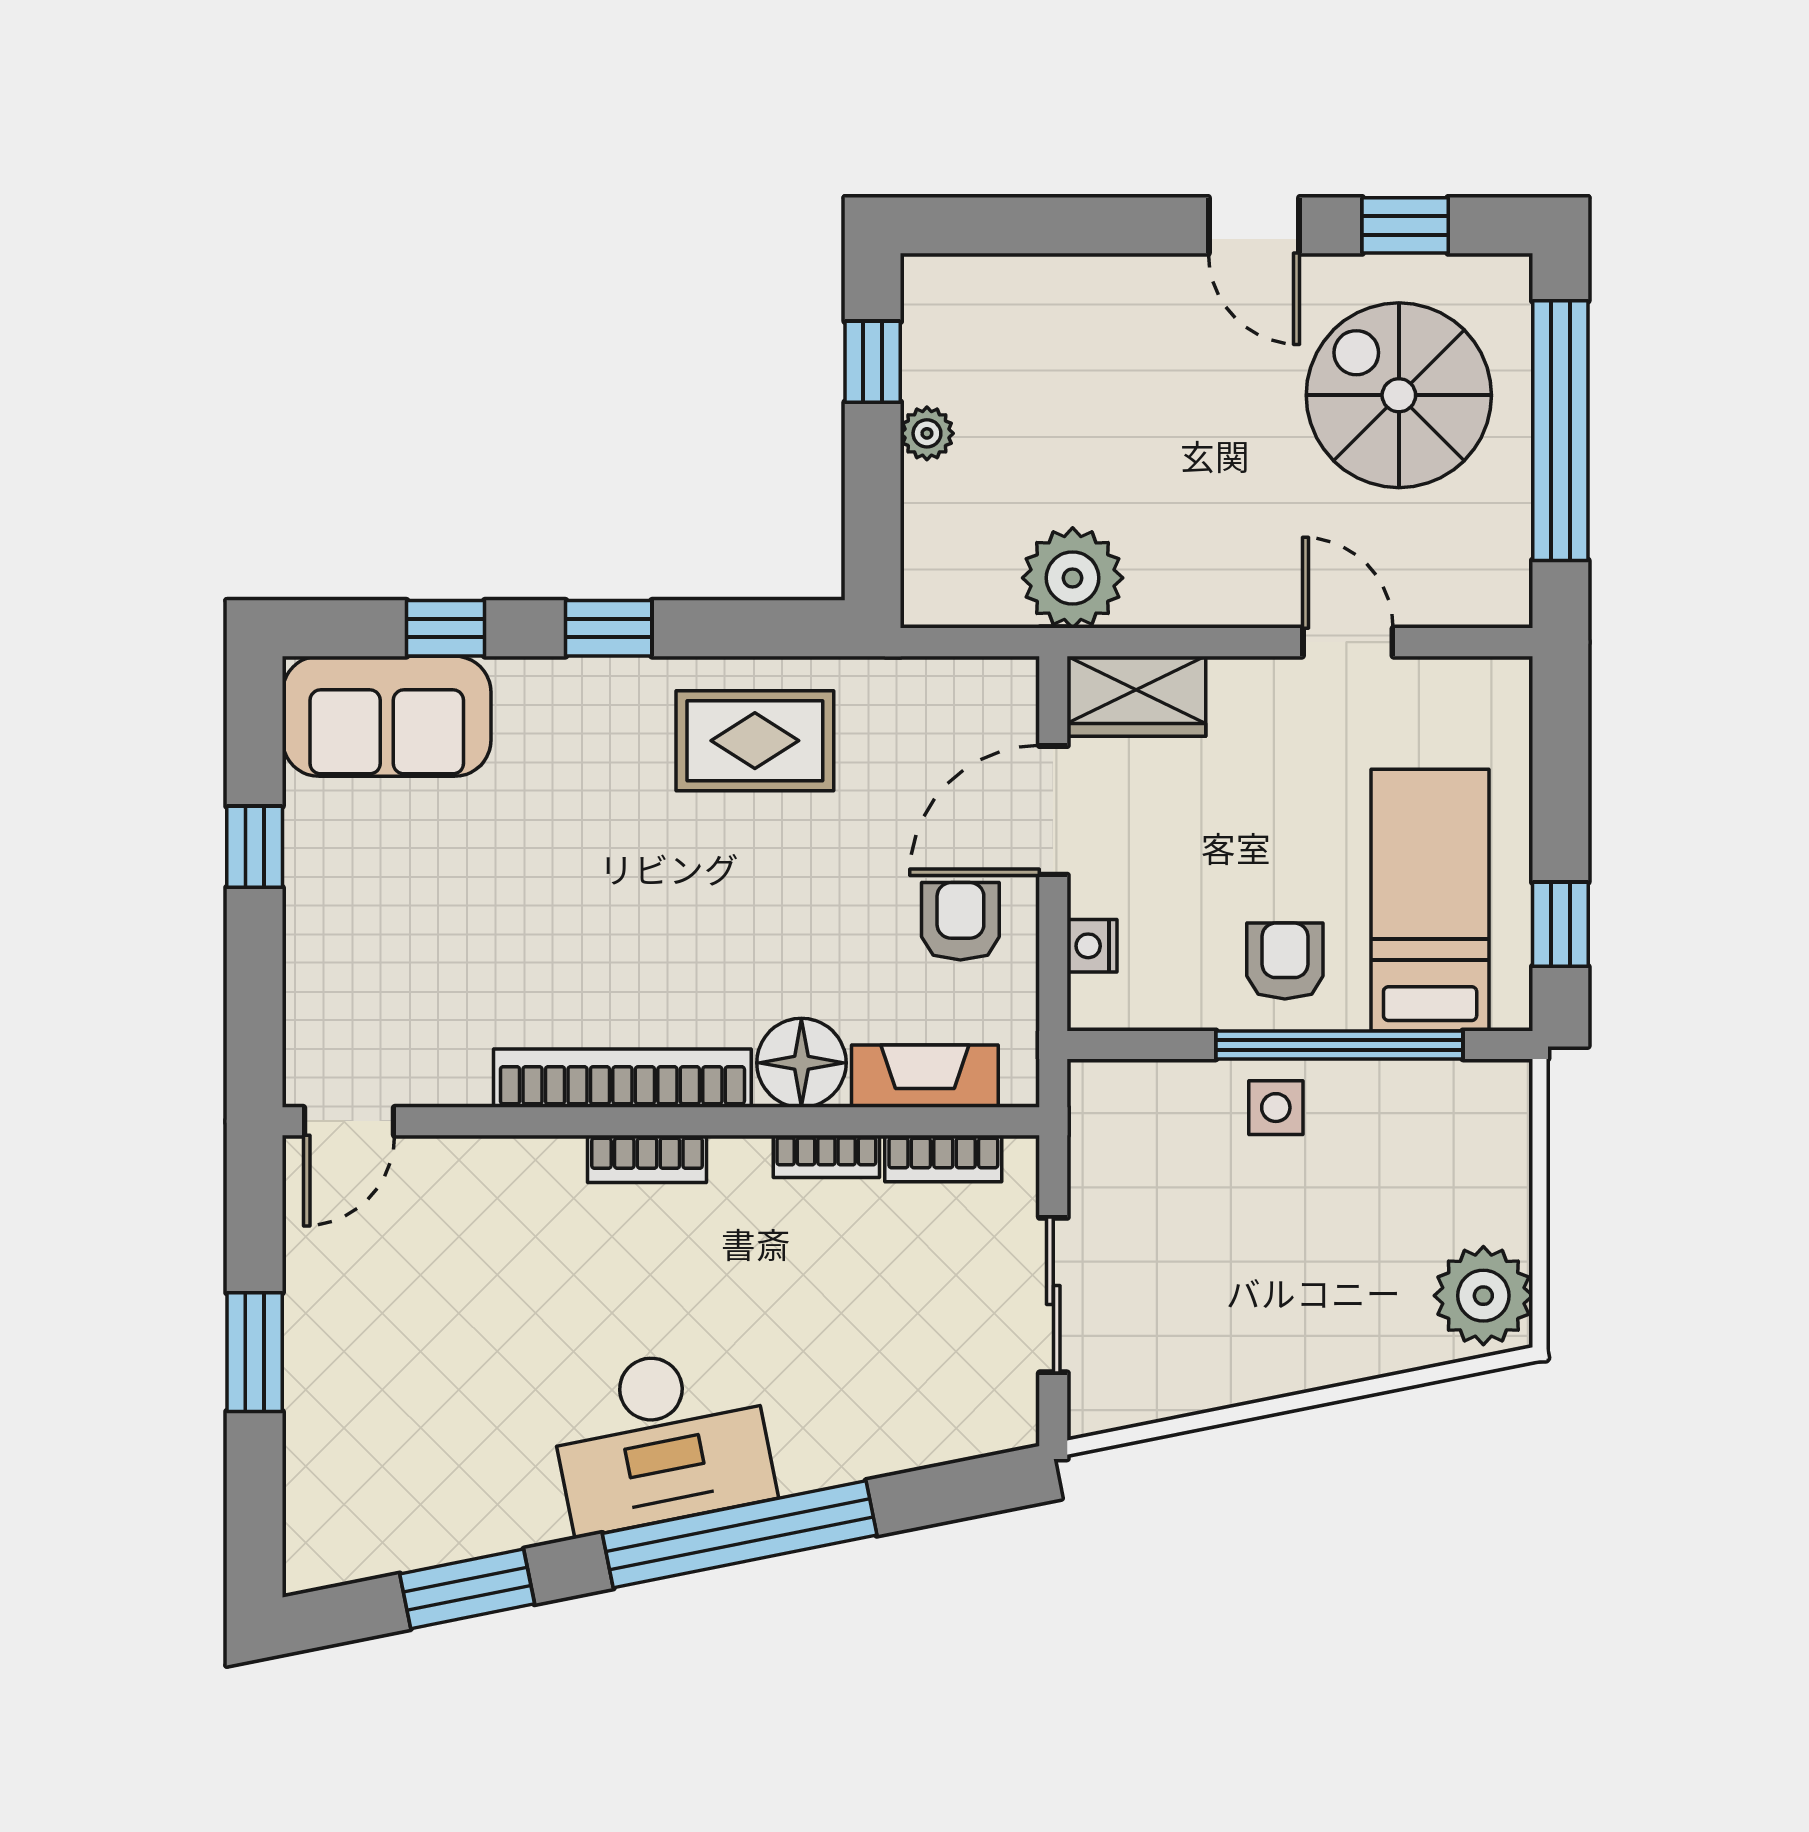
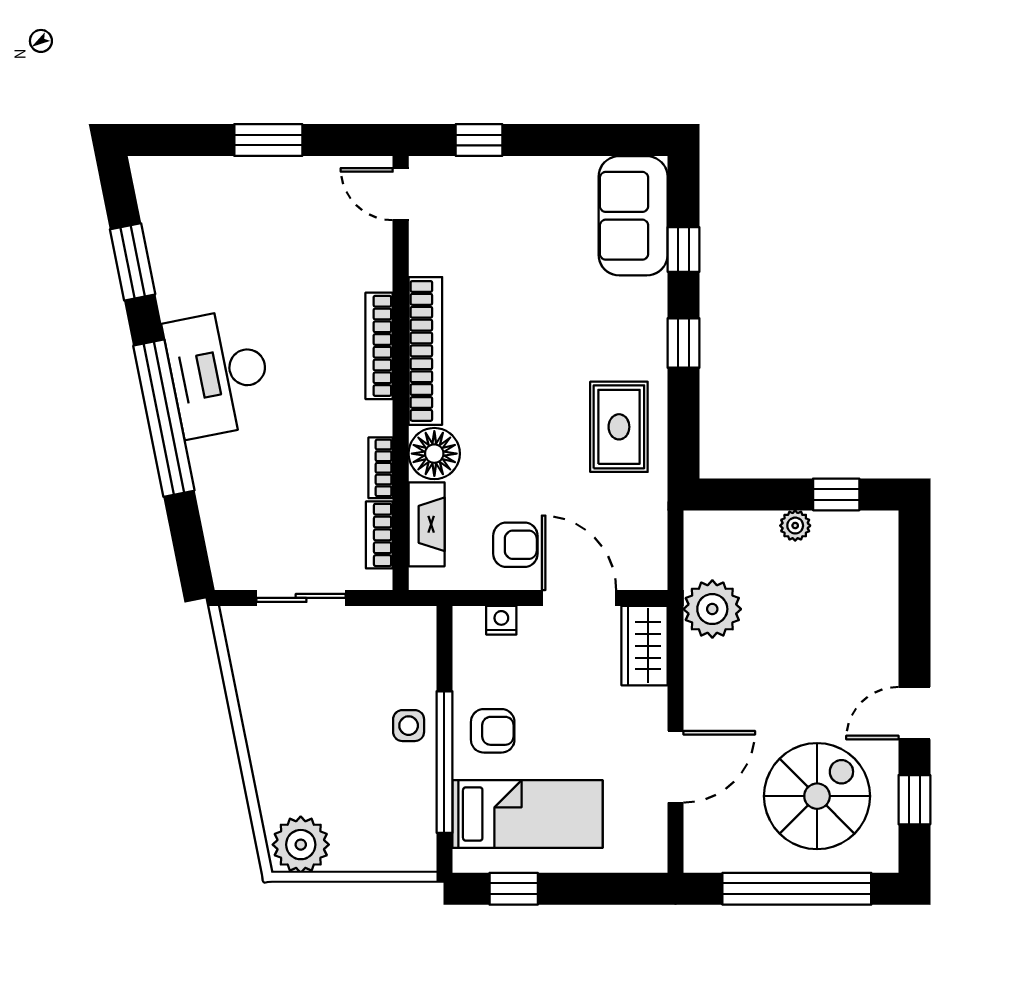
door: (1348, 642) -> (675, 767), width x1.38
window: (255, 847) -> (479, 140), moved
bookcase: (647, 1159) -> (379, 346), width x1.56

